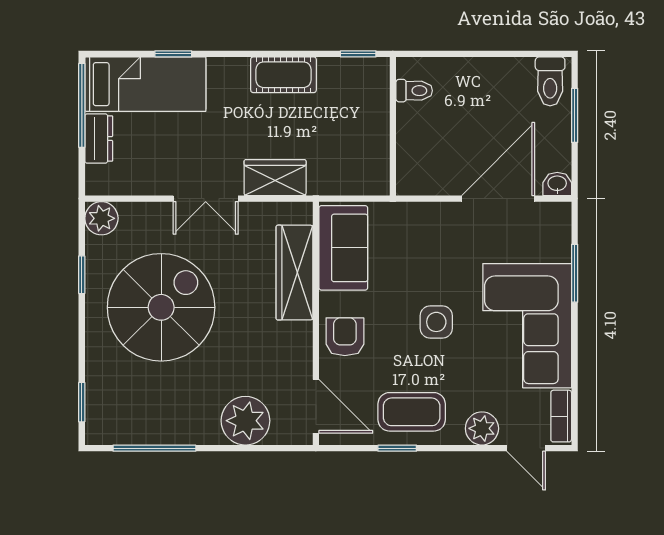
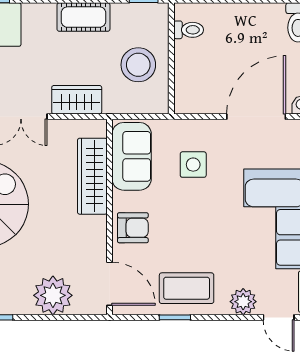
stool: (352, 134) -> (138, 65), added
side table: (436, 322) -> (193, 165), moved
armchair: (345, 337) -> (133, 228), turned 90

